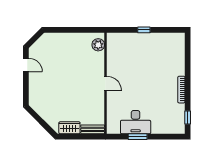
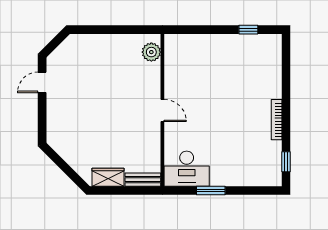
window: (144, 30) -> (248, 30), moved
door: (26, 65) -> (42, 82), swing flipped
desk: (136, 122) -> (187, 169), moved

